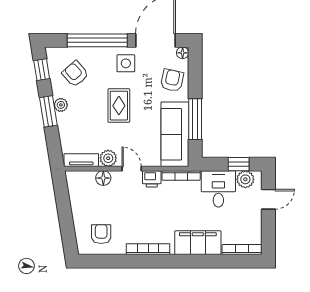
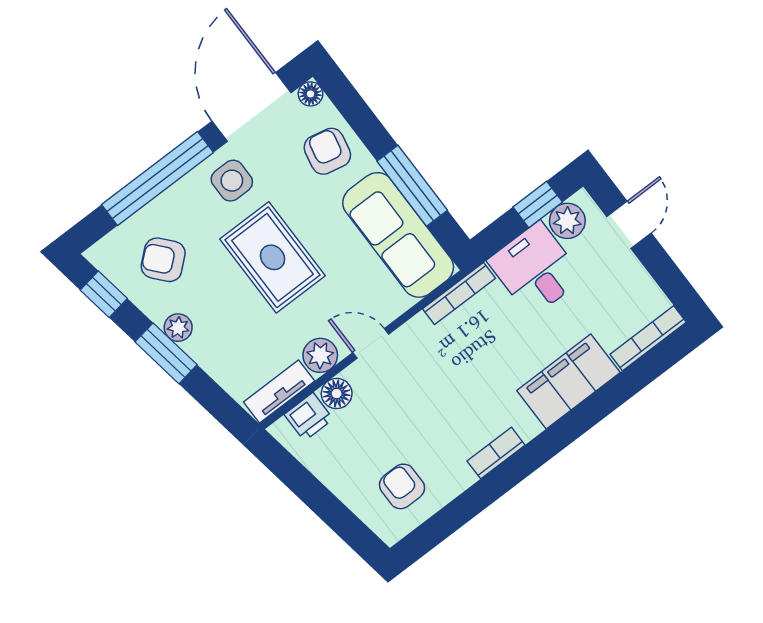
rug: (119, 106) -> (273, 257), width x1.36, depth x1.43
printer: (152, 179) -> (309, 417), moved
bookcase: (148, 249) -> (496, 453), width x0.64

